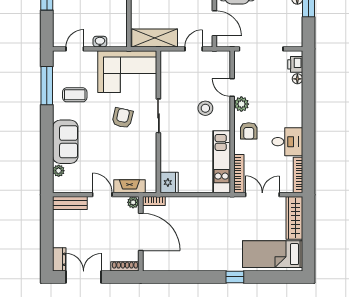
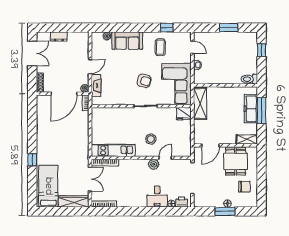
door: (194, 49) -> (192, 131), removed
window: (47, 86) -> (167, 28), width x0.46
armchair: (249, 131) -> (135, 169), removed
desk: (287, 142) -> (157, 197), moved
fridge: (169, 183) -> (184, 114), moved
bench: (70, 203) -> (84, 44), removed
dresser: (59, 259) -> (59, 36), moved

